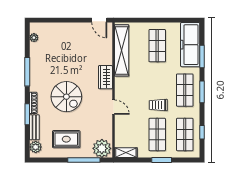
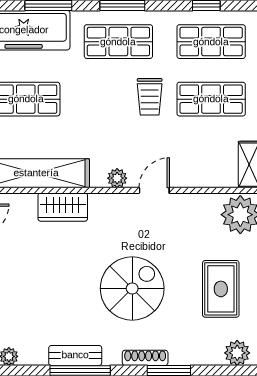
wardrobe: (105, 77) -> (63, 207), moved
plant: (119, 89) -> (117, 178), added
bench: (34, 127) -> (75, 355), moved

